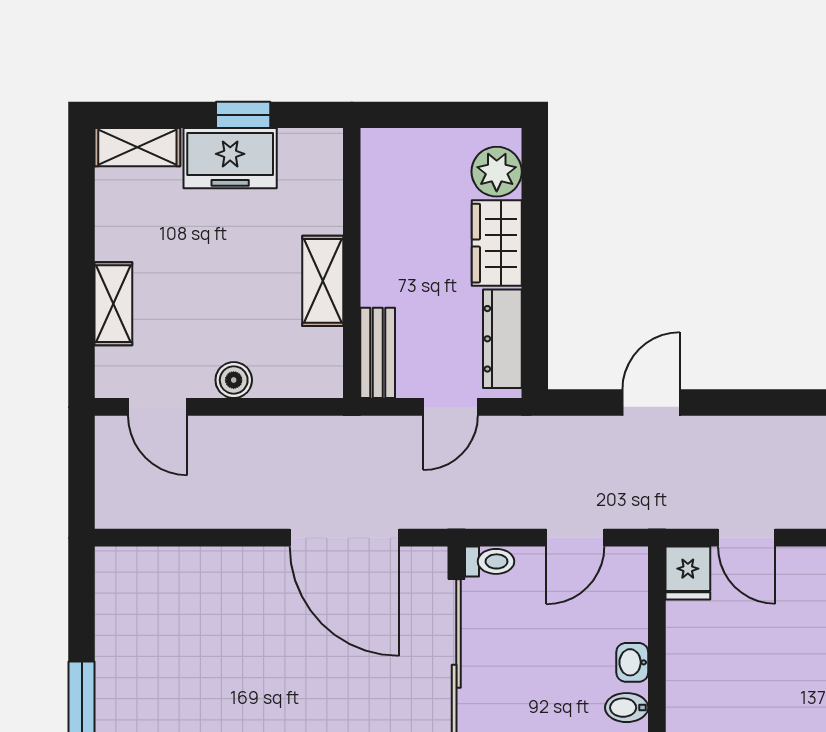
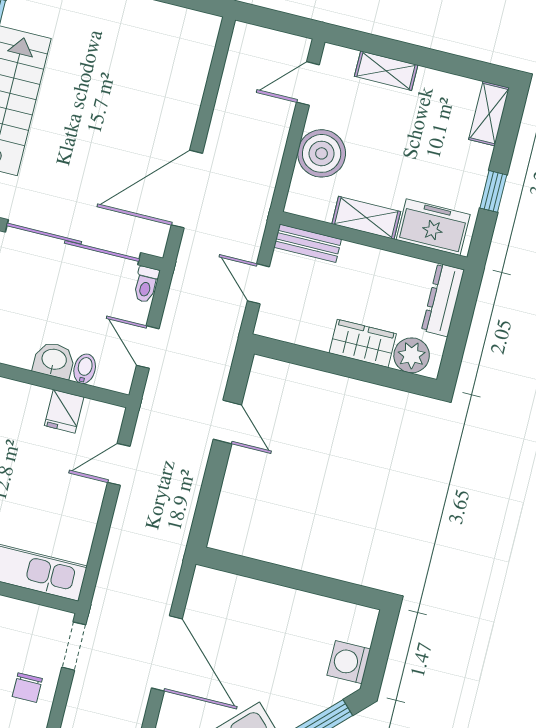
freezer: (230, 158) -> (433, 227), moved, turned 90
dresser: (502, 339) -> (443, 300), moved, turned -90
boiler: (234, 380) -> (322, 153), width x1.86, depth x1.86
fridge: (688, 573) -> (64, 411), moved, turned -90
washbasin: (632, 662) -> (54, 360), width x1.38, depth x1.45
bidet: (627, 708) -> (85, 369), moved

